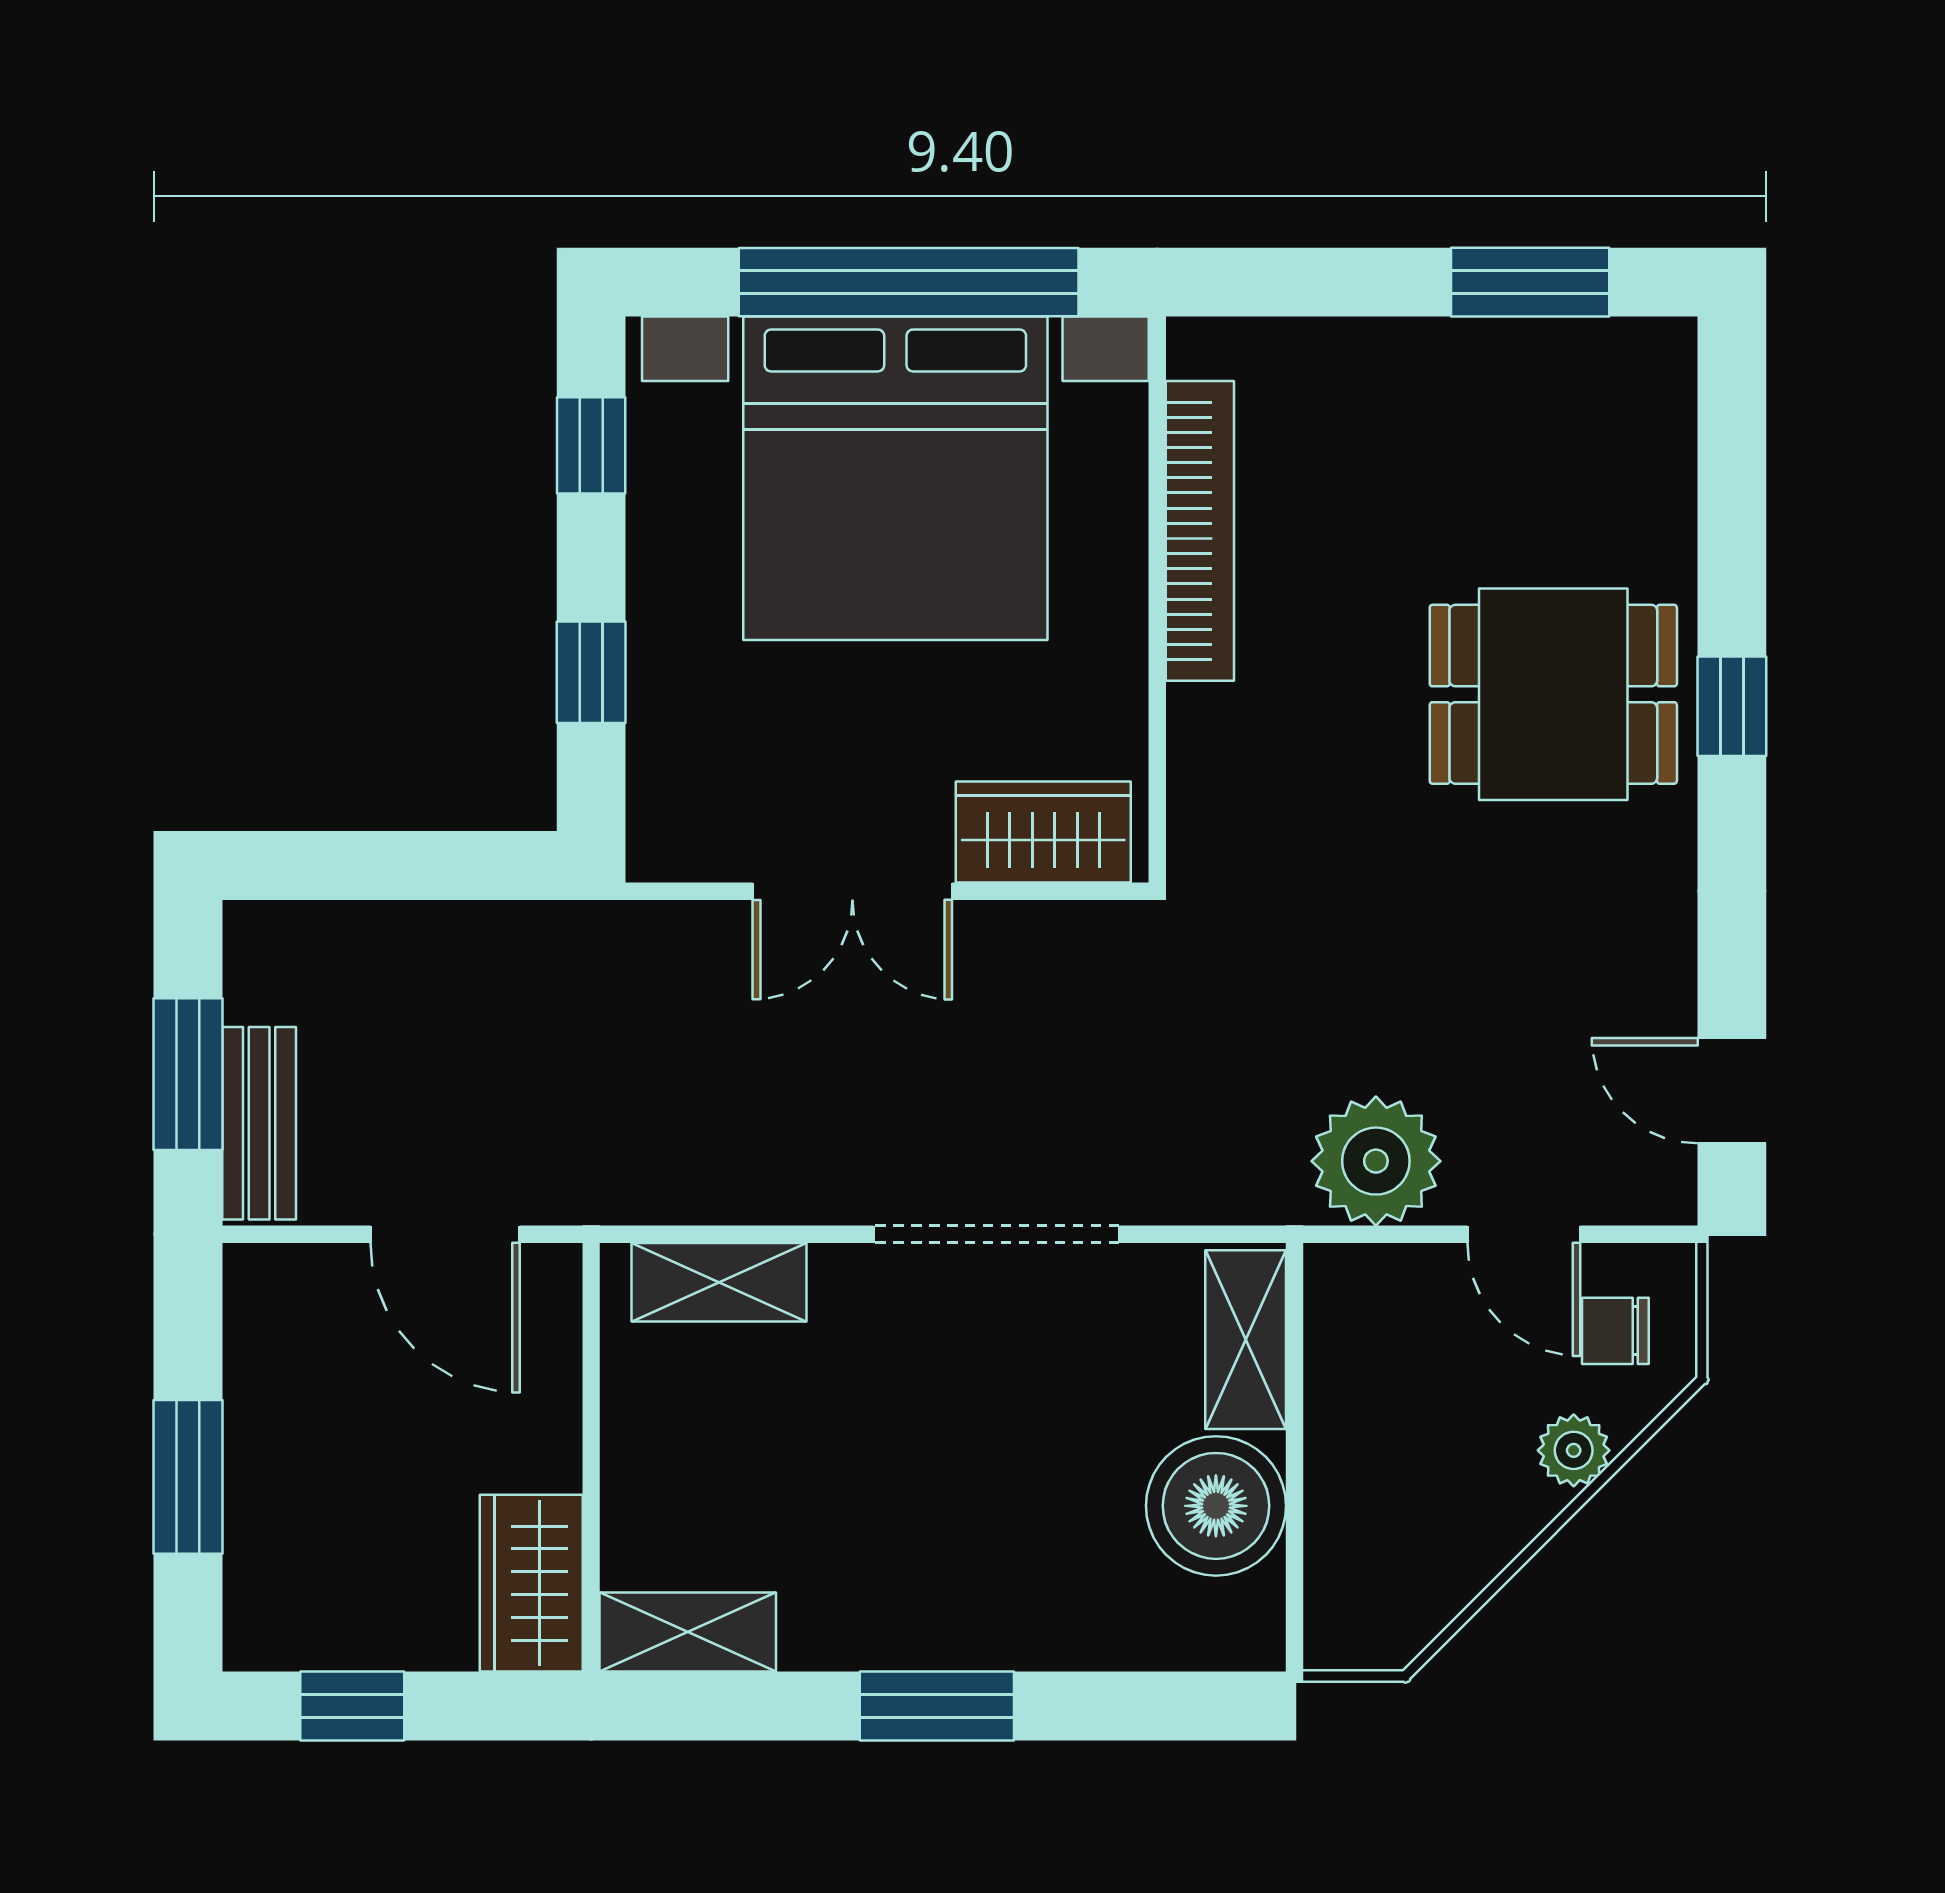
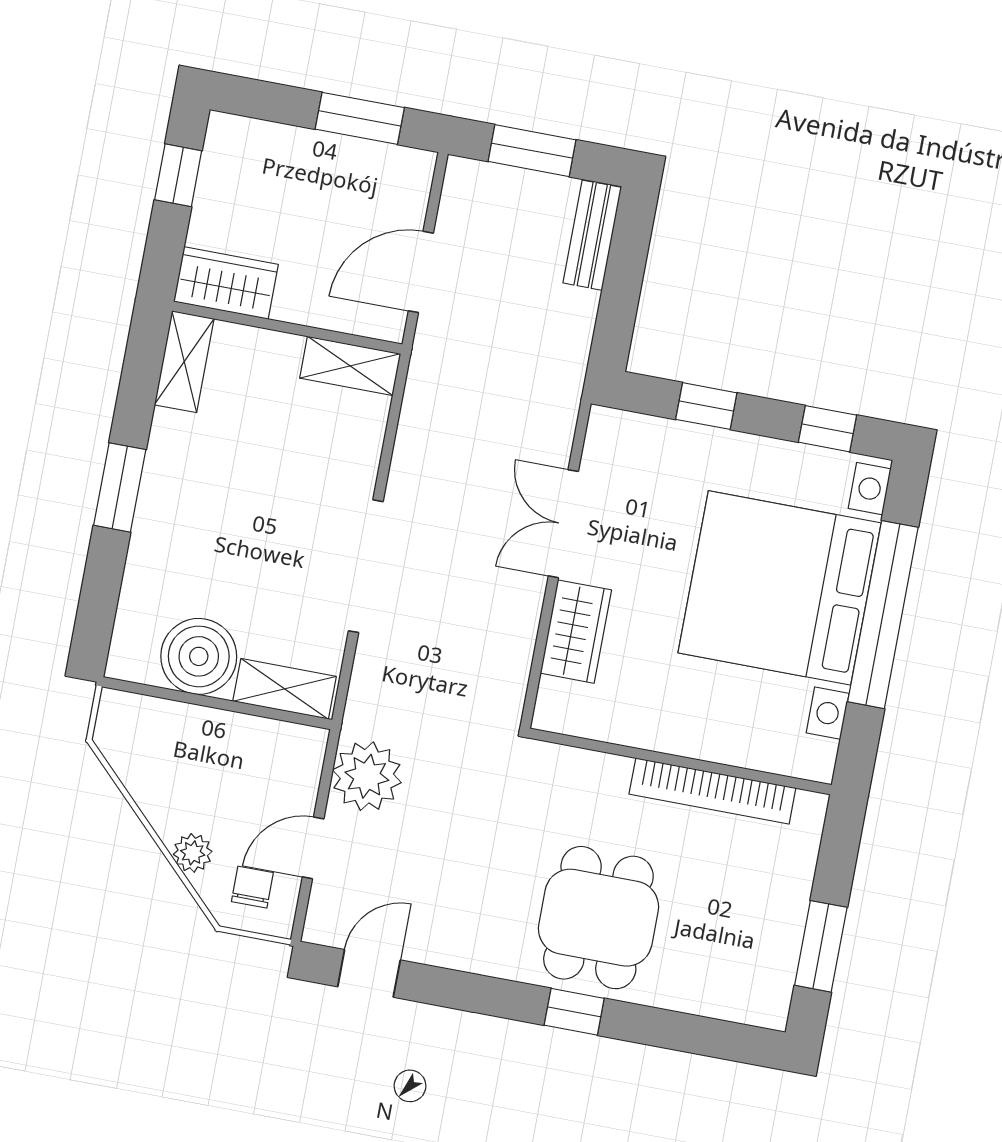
bookcase: (1200, 531) -> (712, 791), moved
wall: (1157, 600) -> (680, 761), moved
bench: (259, 1123) -> (592, 235), moved, turned 90
shelving: (719, 1282) -> (350, 366), moved, turned 90
window: (188, 1477) -> (360, 118), moved

